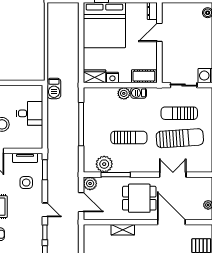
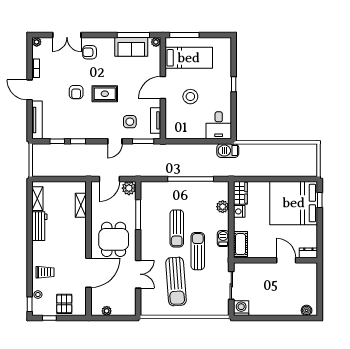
plant: (124, 93) -> (223, 207), moved
desk: (30, 113) -> (219, 125), moved
sun lounger: (179, 113) -> (198, 251), moved
plant: (104, 164) -> (149, 203), removed
door: (45, 210) -> (115, 141), moved
shelving: (123, 230) -> (81, 205), moved

